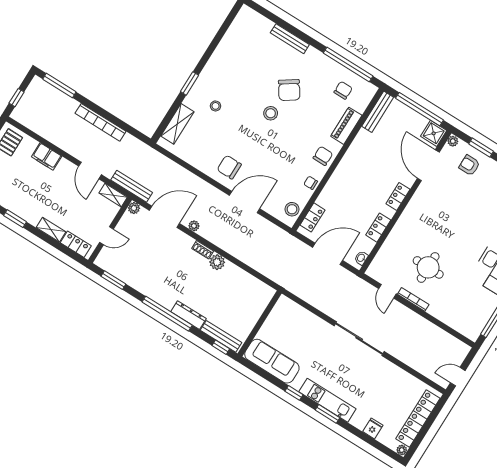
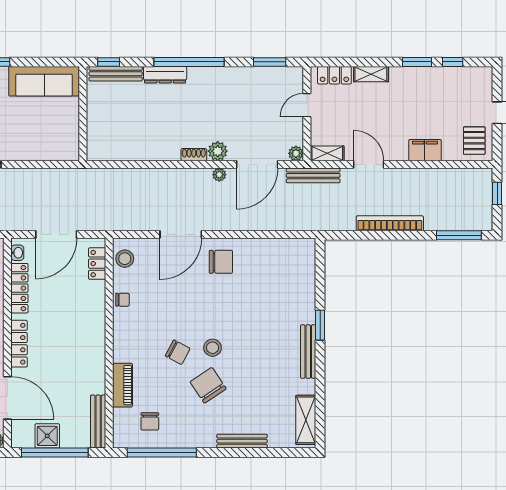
bench: (208, 71) -> (308, 352), added
stool: (216, 106) -> (277, 318), removed
shelving: (177, 124) -> (306, 420), moved
shower: (434, 133) -> (47, 436), moved
chair: (323, 156) -> (178, 352), moved, turned -62
locker: (398, 197) -> (19, 344), width x1.53
locker: (378, 228) -> (19, 288), width x1.53
plant: (217, 262) -> (218, 151), moved

